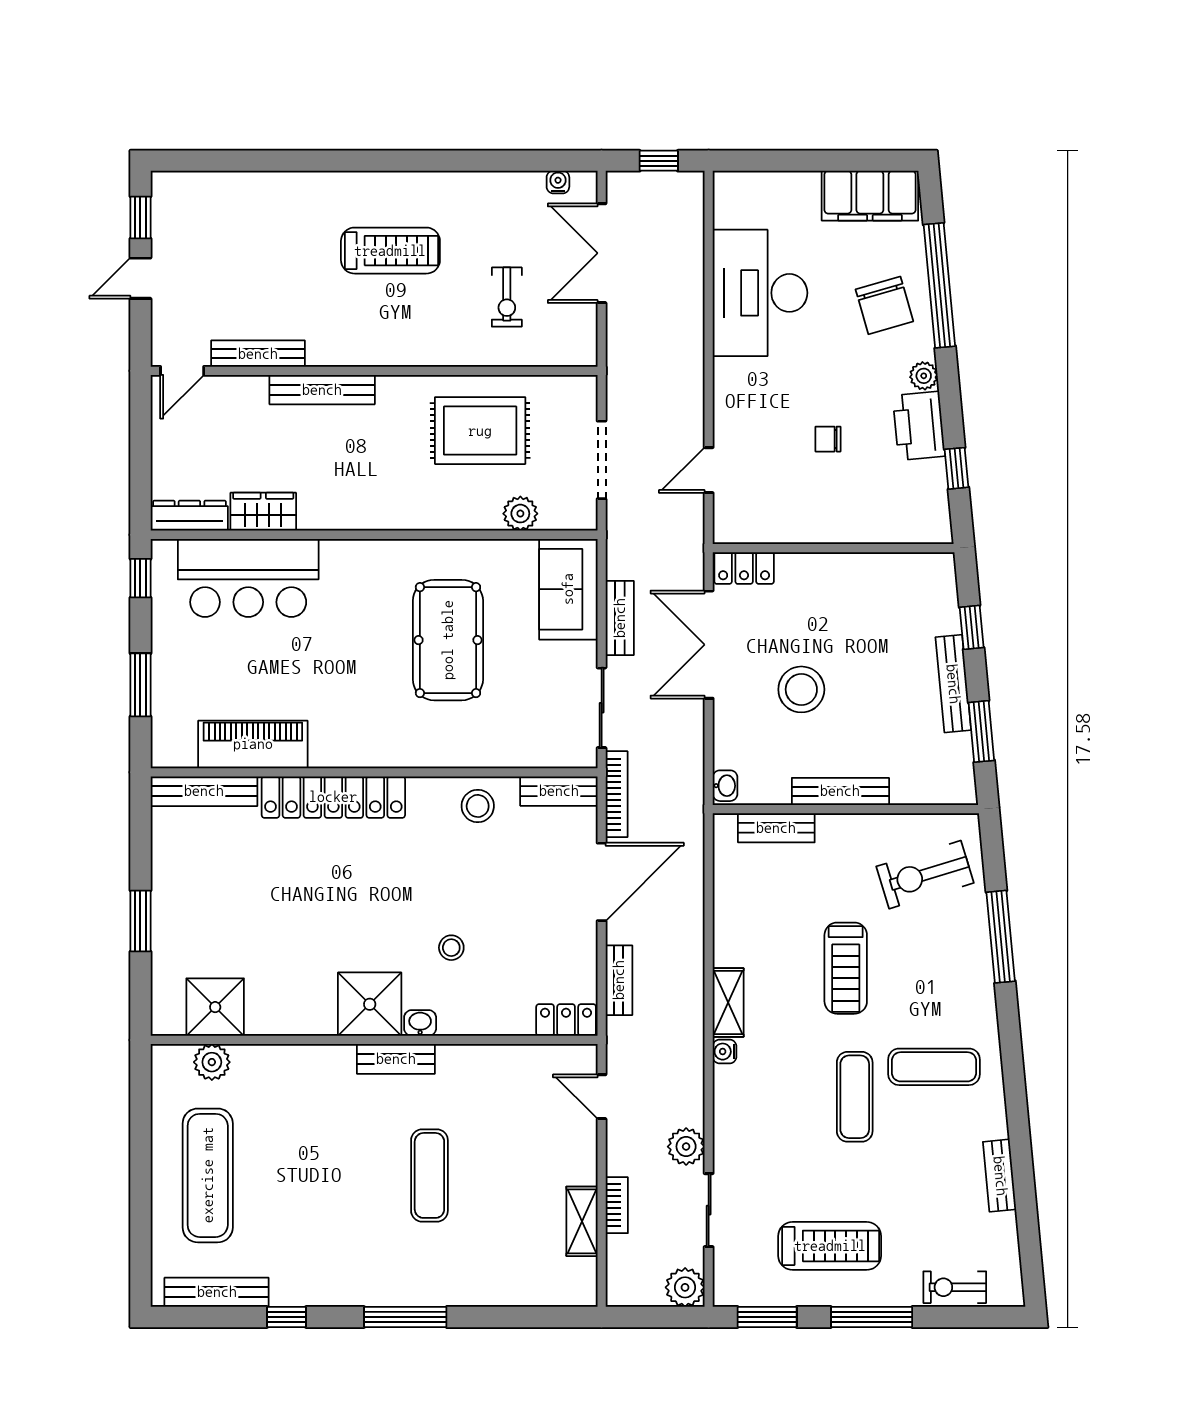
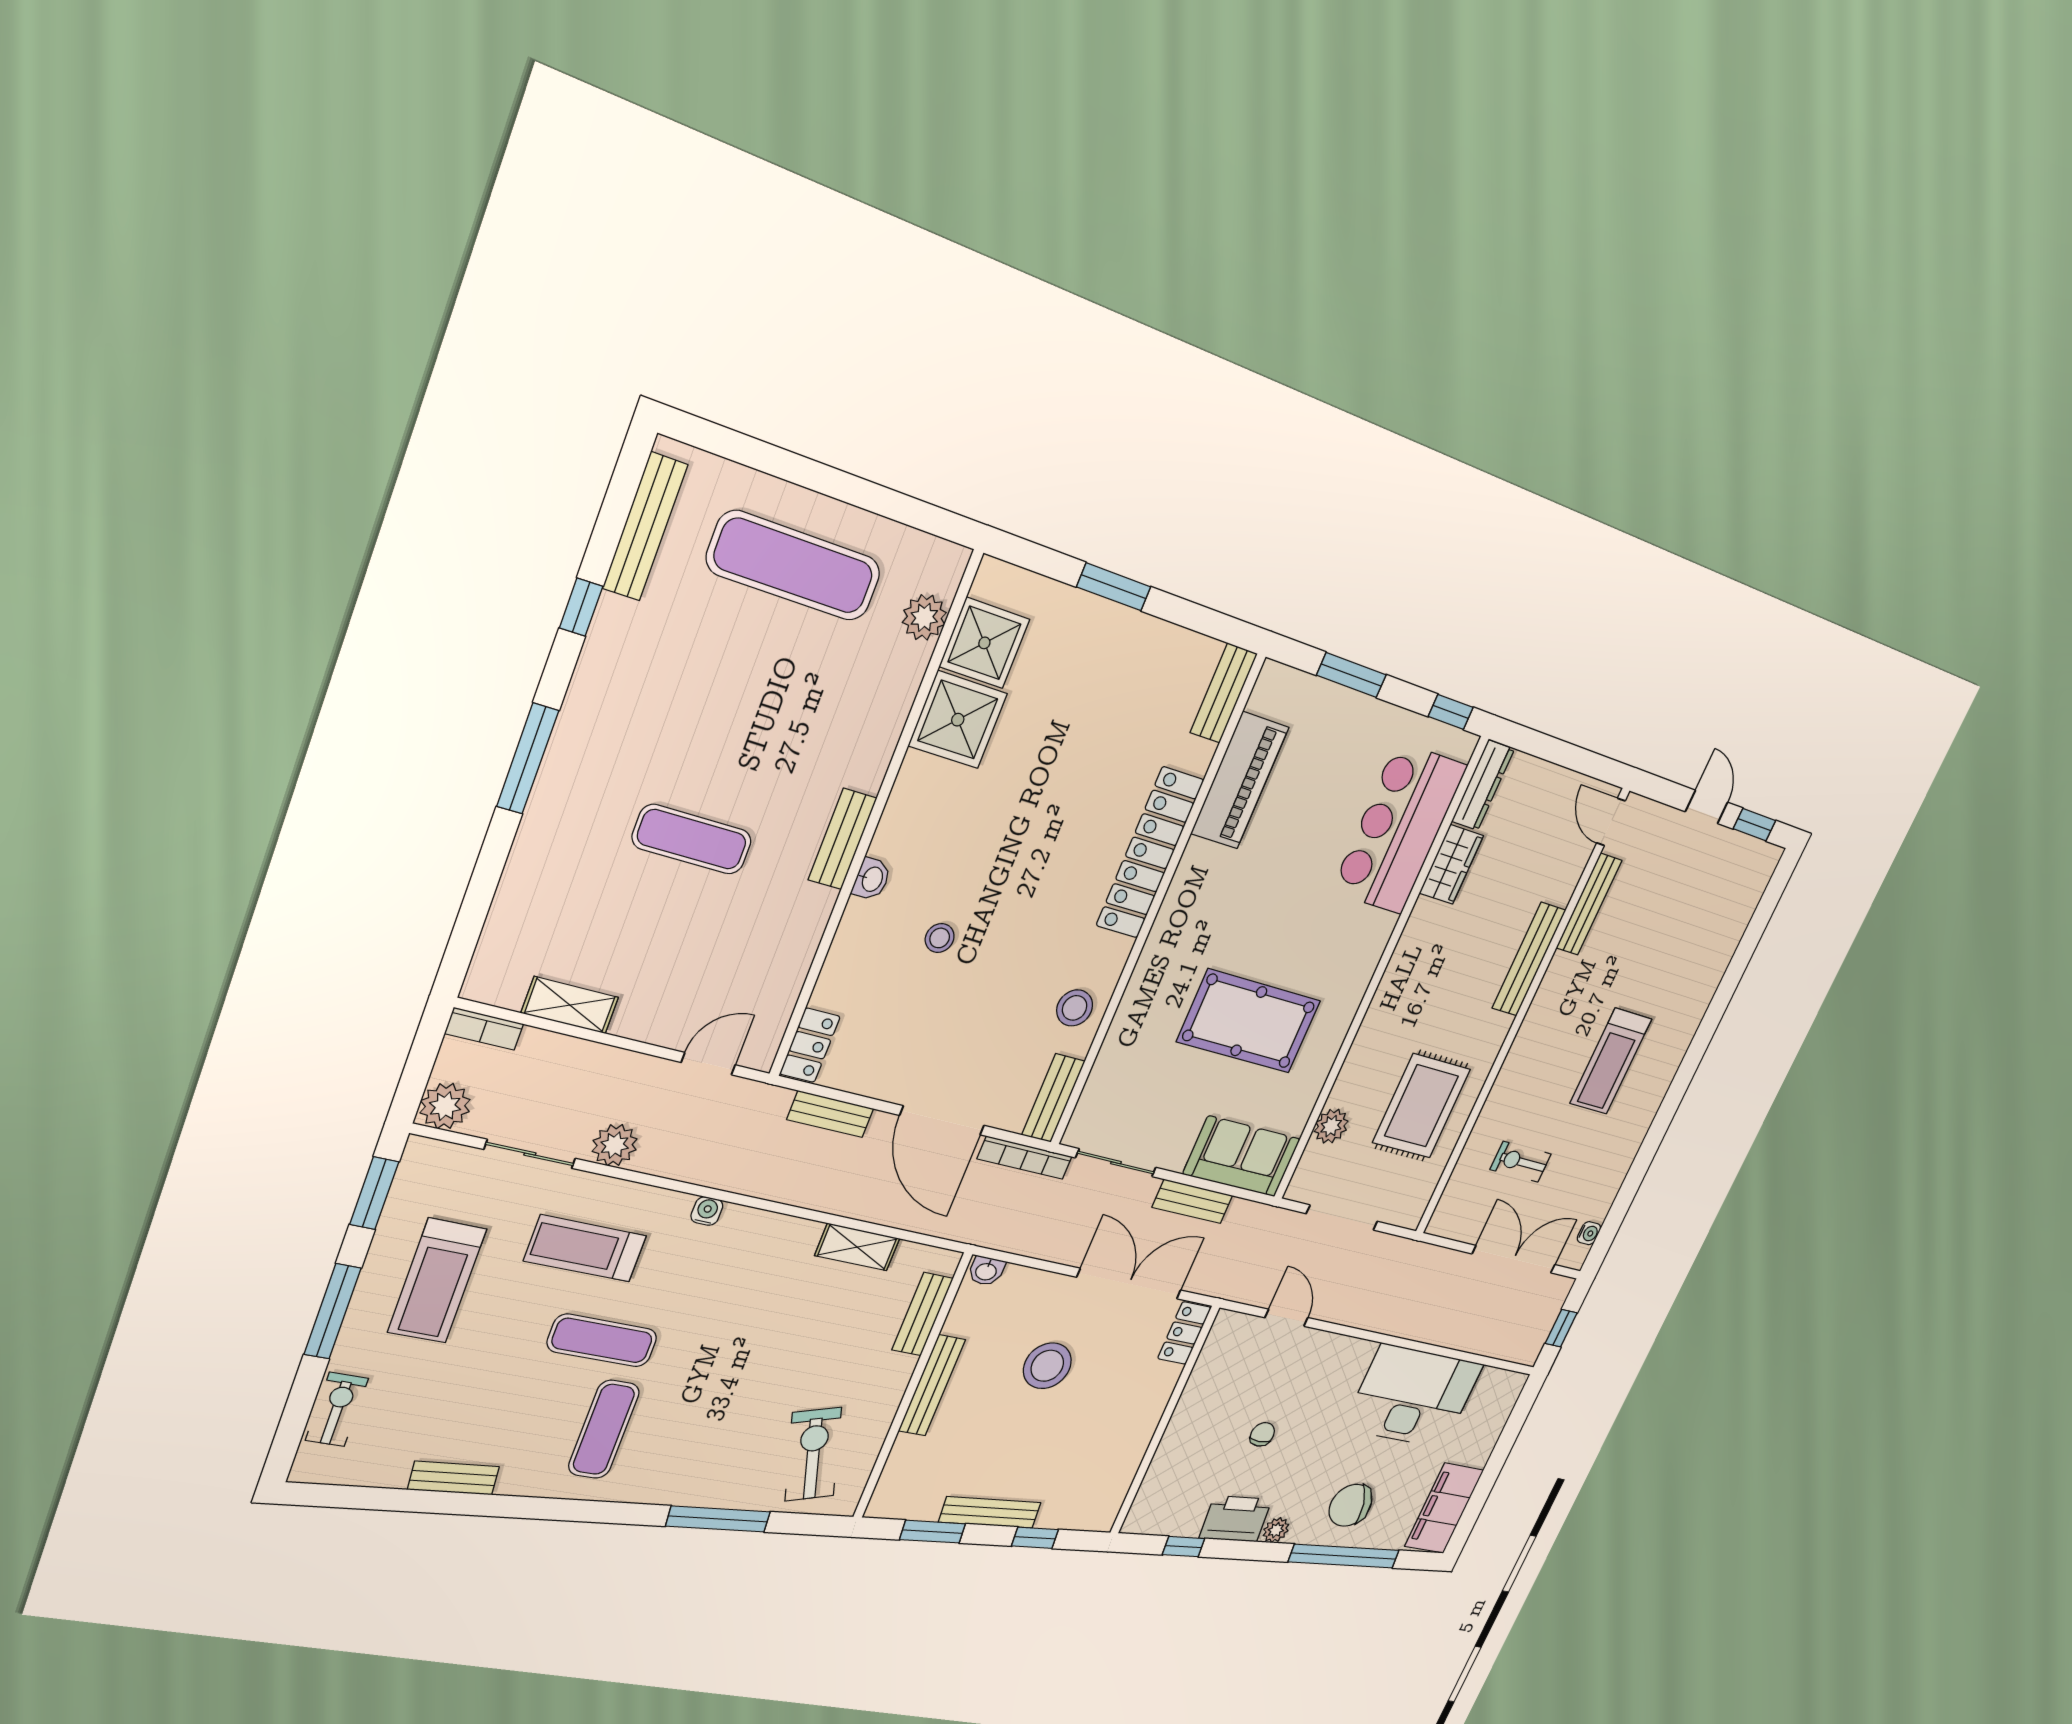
bench: (204, 791) -> (1224, 693), width x0.73
treadmill: (846, 968) -> (585, 1248), moved
shelving: (728, 1002) -> (857, 1247), moved
shower: (370, 1004) -> (958, 720), moved
bookcase: (617, 1205) -> (484, 1029), moved

